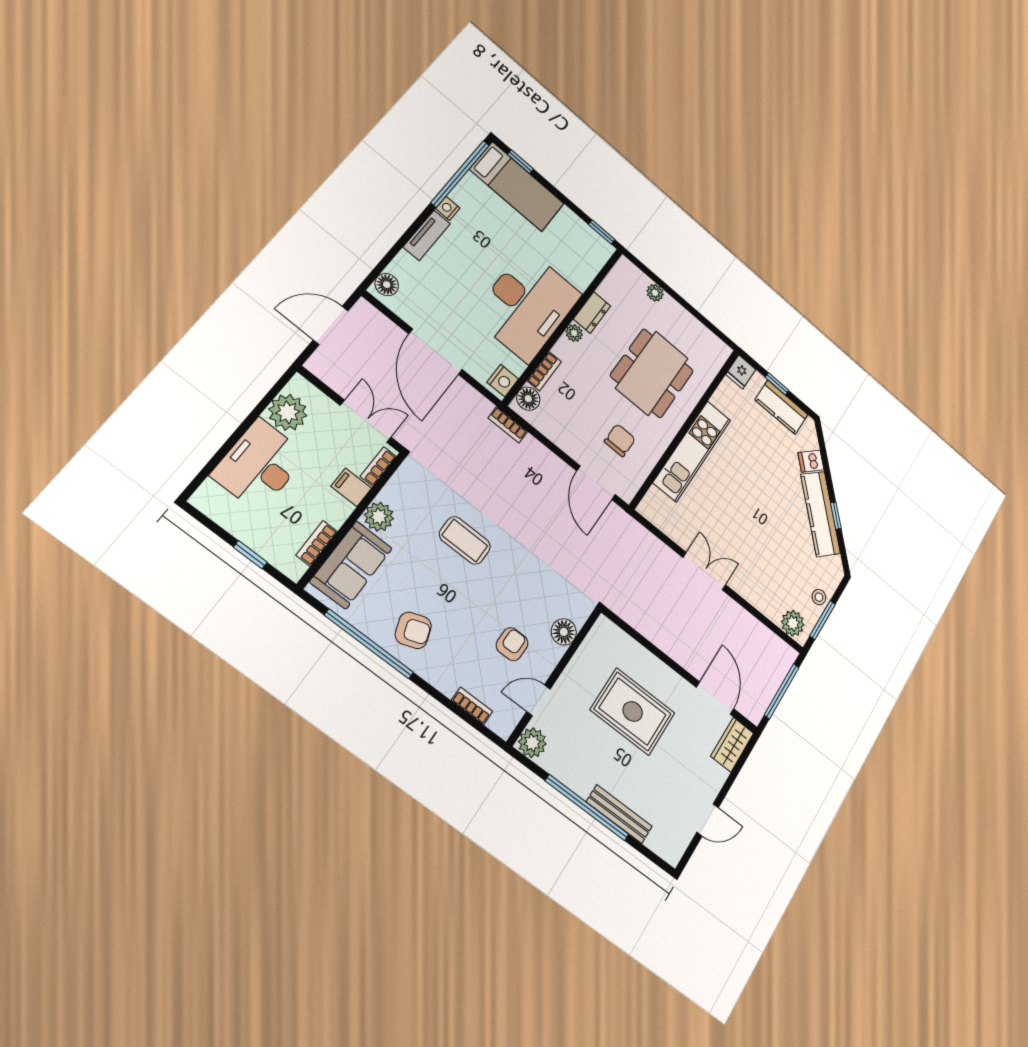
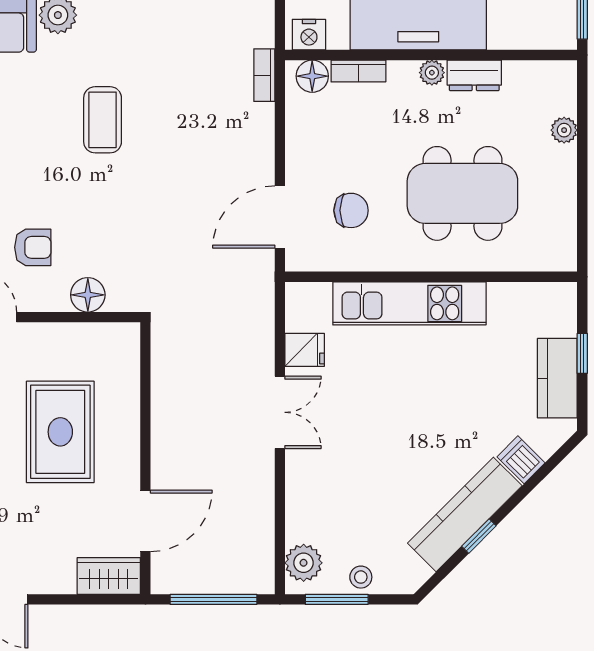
fridge: (741, 372) -> (305, 350), moved, turned 180

